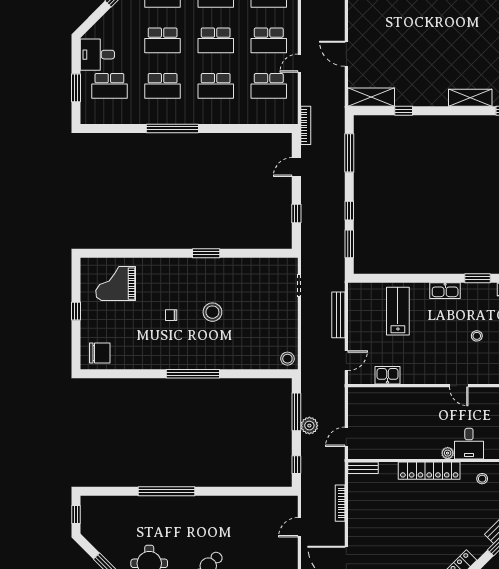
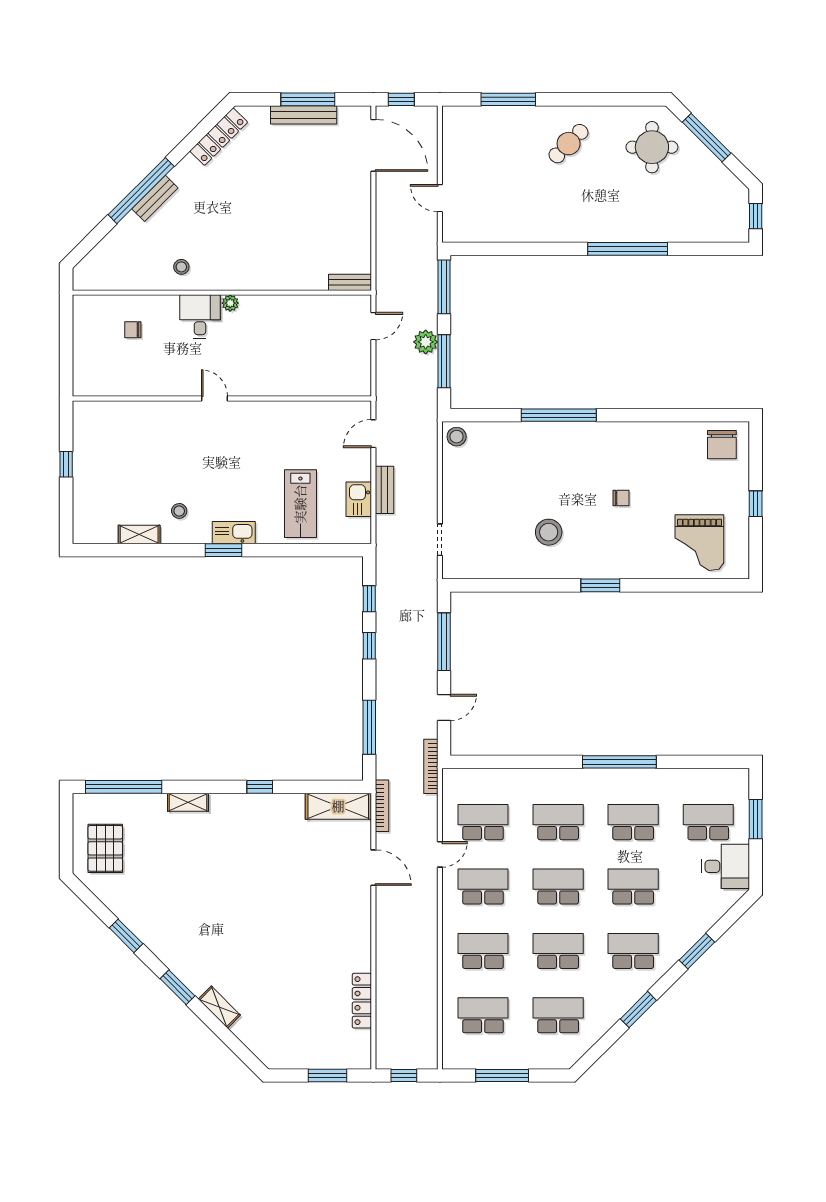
shelving: (470, 98) -> (188, 802), width x0.67, depth x0.75
window: (404, 111) -> (260, 787), moved
window: (296, 214) -> (444, 642), width x2.17
window: (349, 244) -> (369, 599), width x0.67
window: (206, 253) -> (600, 585), moved
window: (477, 278) -> (224, 550), moved
grand piano: (116, 284) -> (699, 543), turned 90
stool: (212, 312) -> (549, 532), moved
bench: (338, 315) -> (385, 490), width x0.73
stool: (477, 336) -> (179, 511), moved
chair: (100, 353) -> (722, 445), turned -90
window: (193, 374) -> (559, 415), moved
kitchen sink: (387, 375) -> (359, 499), moved, turned 90
window: (296, 465) -> (444, 287), width x2.17
locker: (429, 471) -> (256, 278), removed
bookcase: (340, 503) -> (382, 806), moved
door: (299, 527) -> (440, 198), swing flipped

